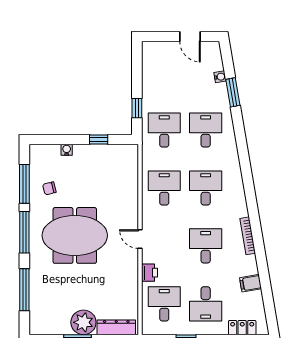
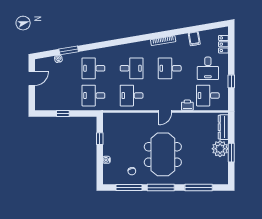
window: (137, 108) -> (63, 114), moved
desk: (206, 188) -> (132, 68), turned 180
desk: (206, 304) -> (208, 68), turned 90

